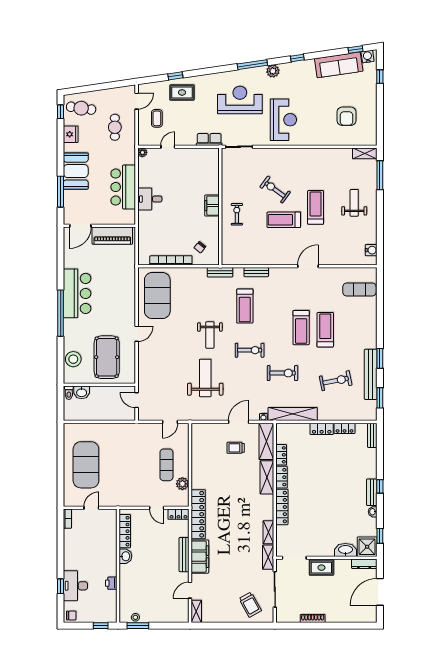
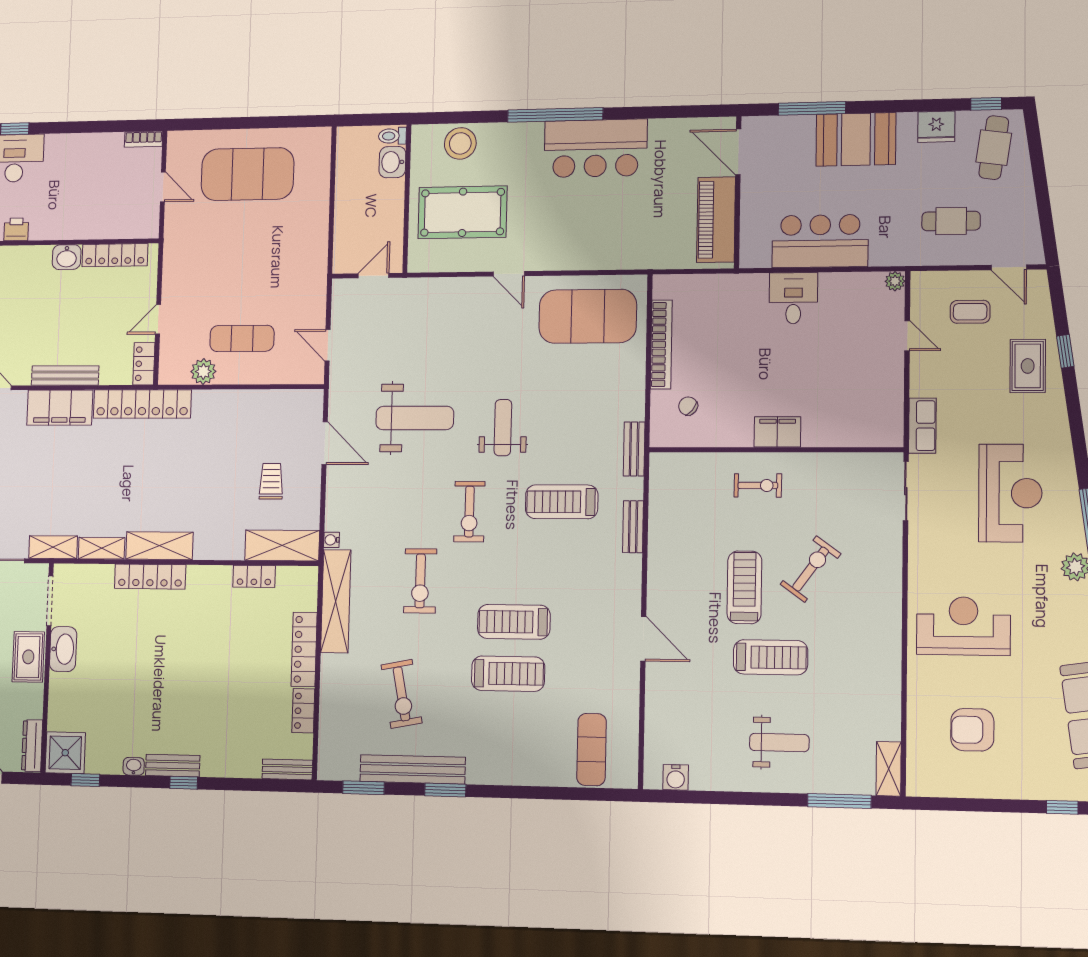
reception desk: (283, 120) -> (963, 626), moved, turned 180
weight bench: (210, 335) -> (503, 428), turned 90
door: (239, 422) -> (325, 443), moved
locker: (322, 429) -> (304, 649), width x1.53
shelving: (267, 477) -> (159, 546), moved
locker: (282, 477) -> (209, 577), removed
washbasin: (345, 550) -> (63, 649), moved

